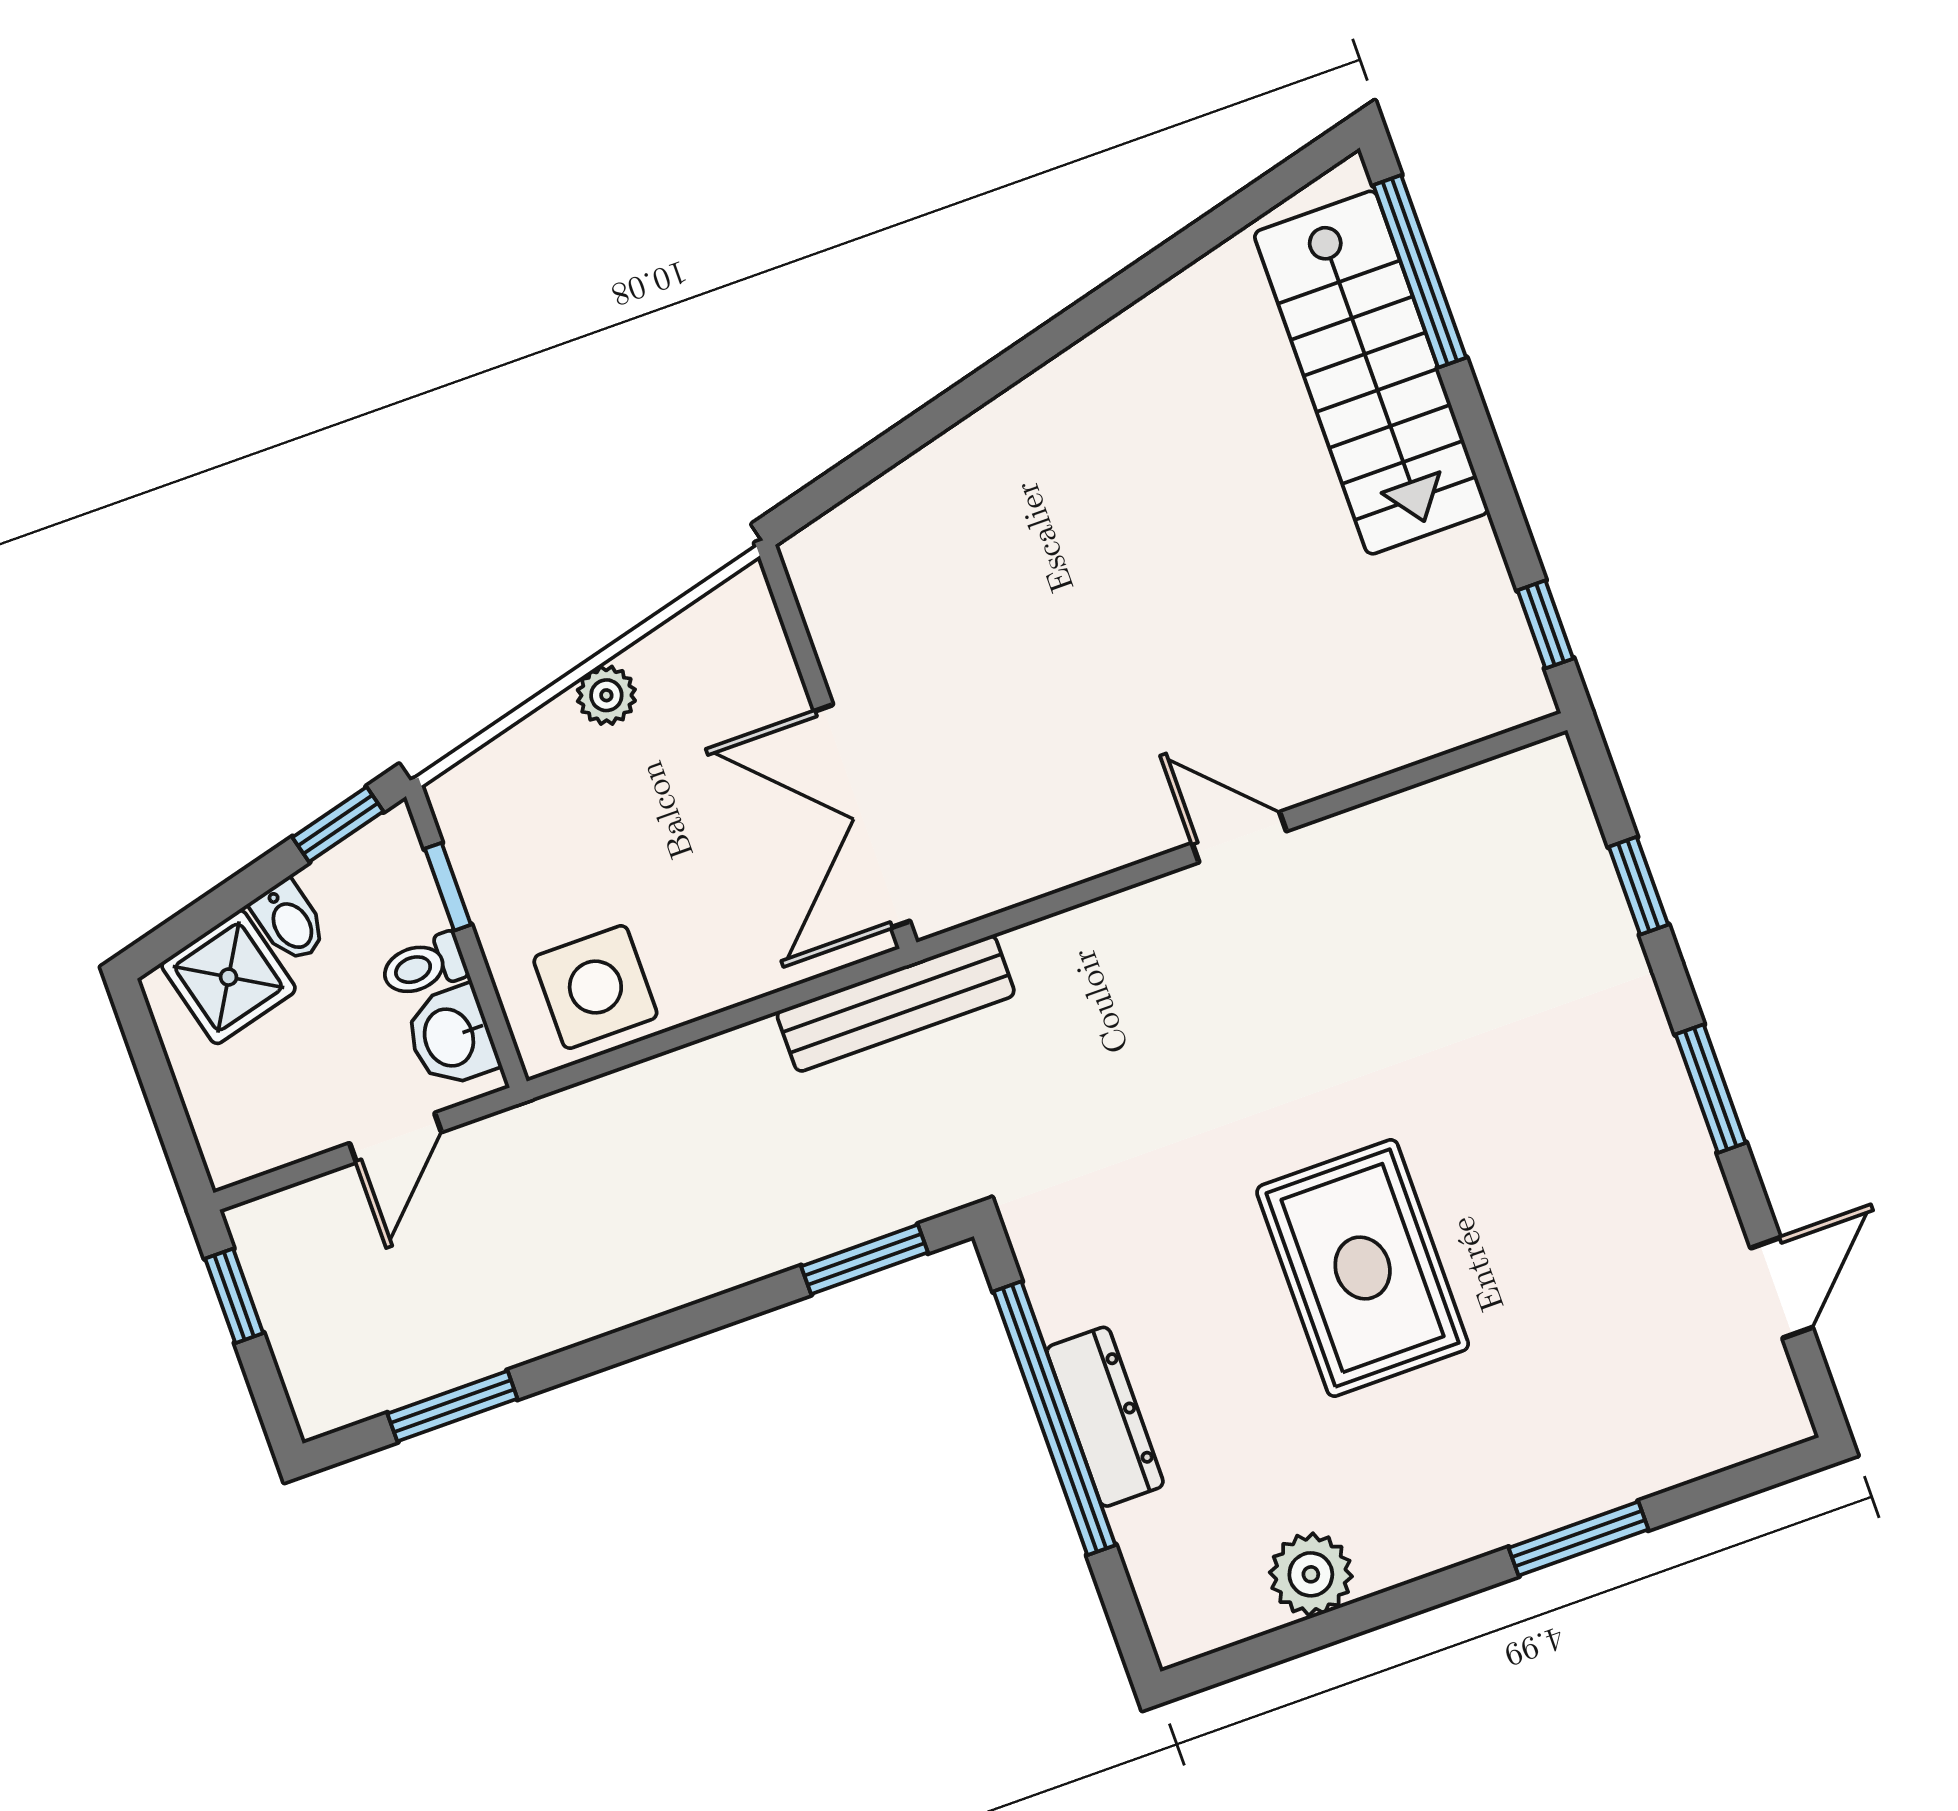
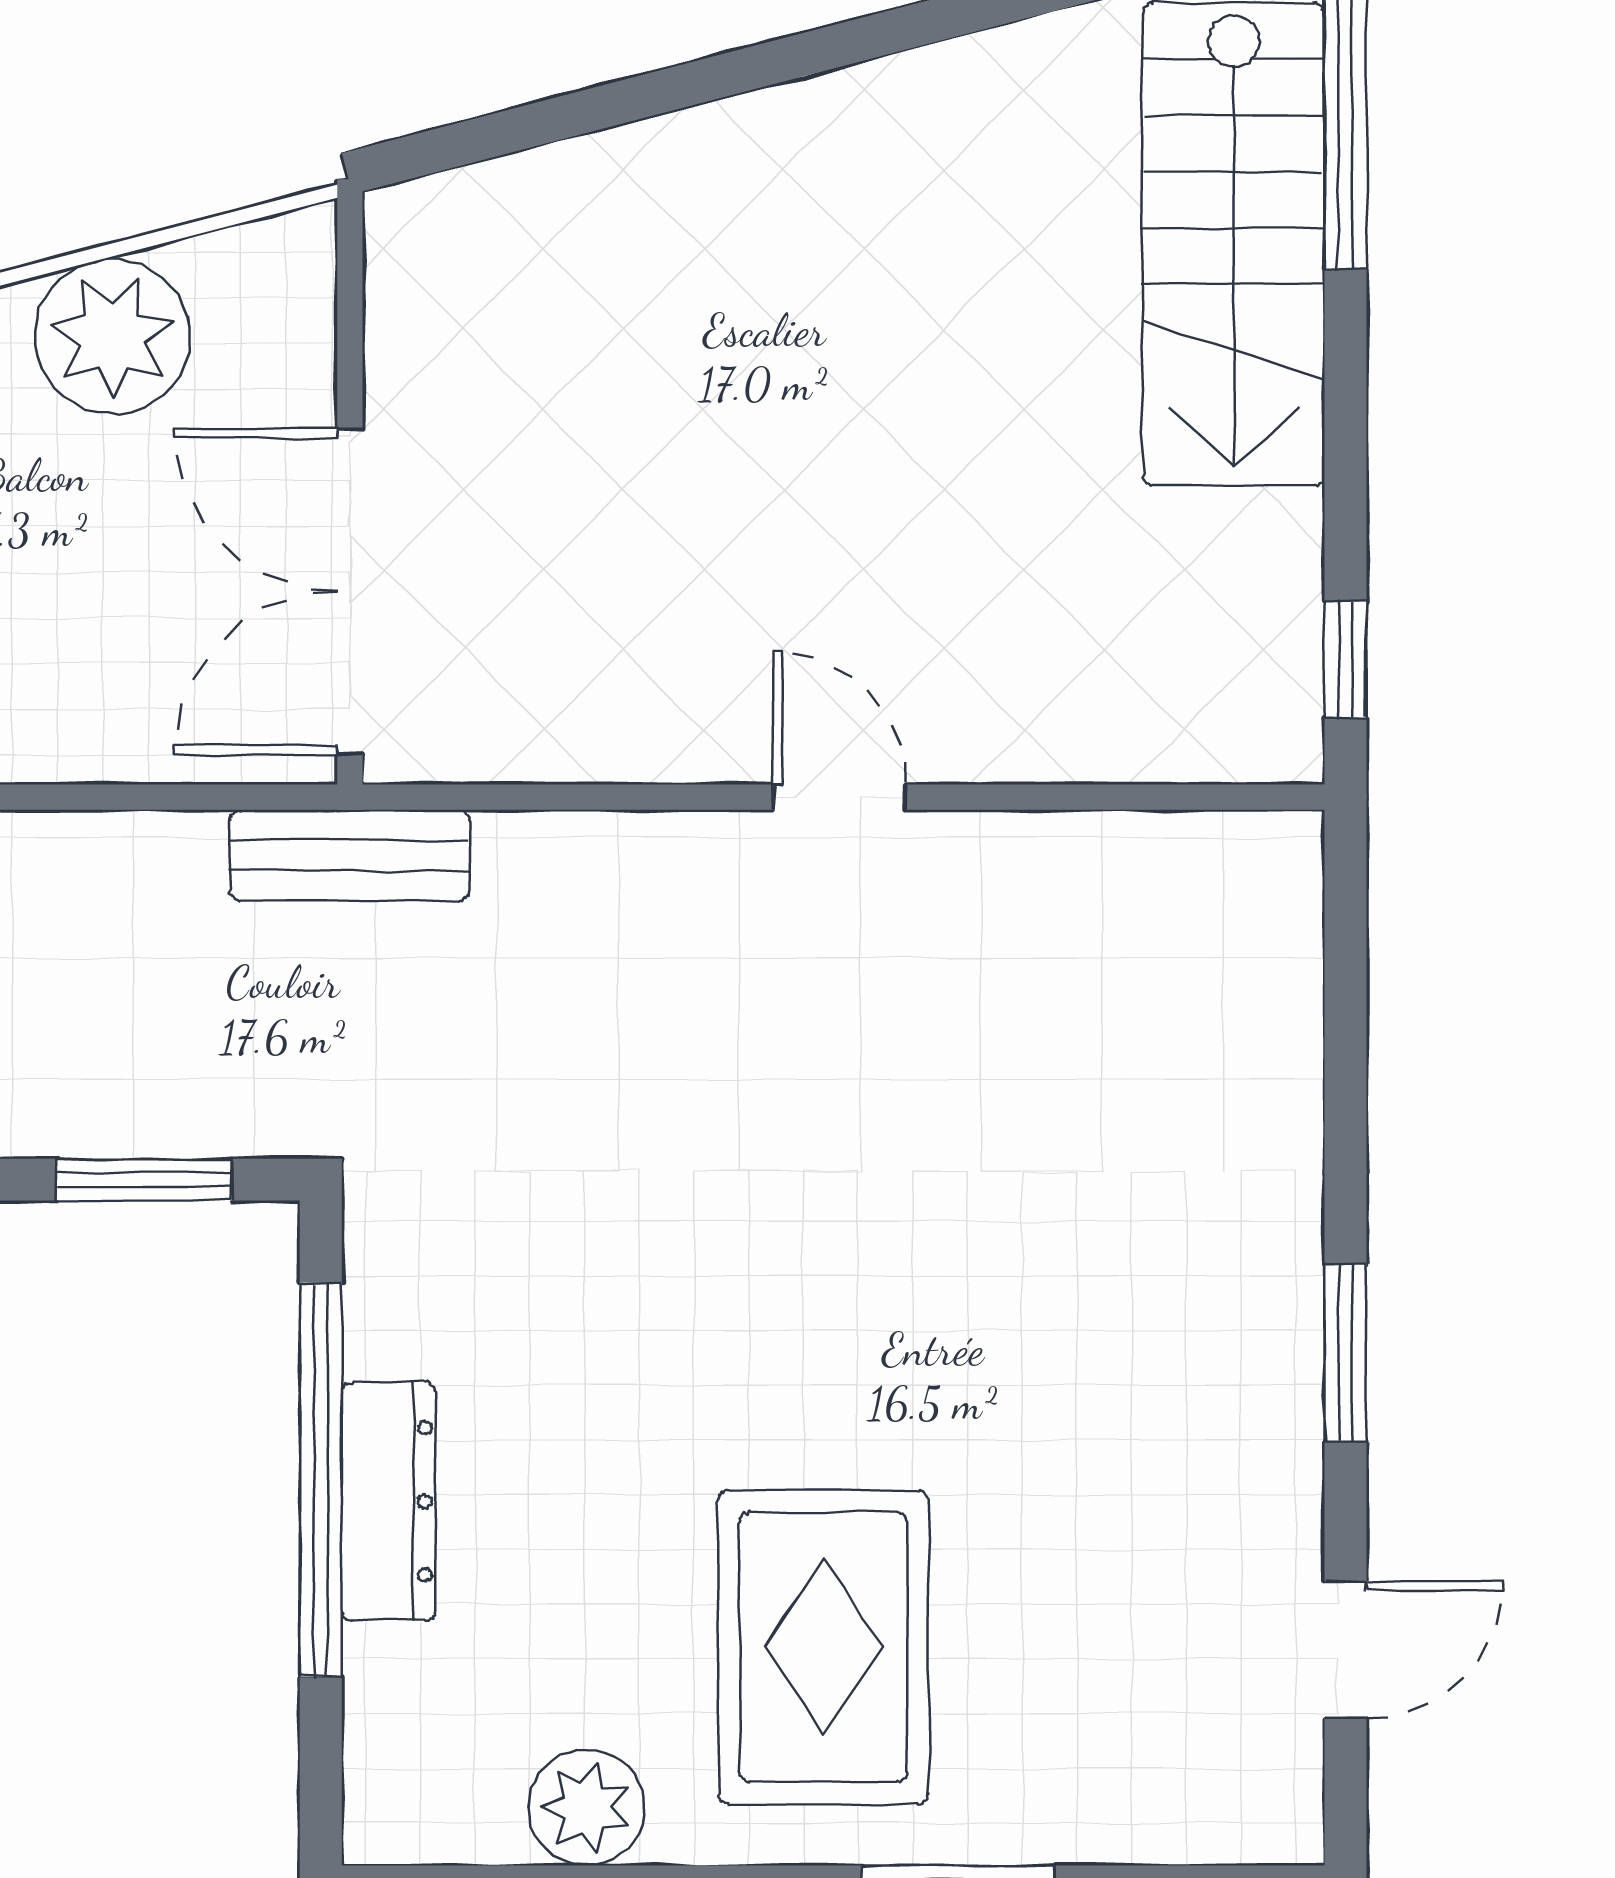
plant: (606, 695) -> (112, 337), width x1.88, depth x1.88
window: (1638, 886) -> (1346, 1050), removed
bench: (896, 1003) -> (350, 855), width x0.73
rug: (1363, 1268) -> (823, 1647), moved

